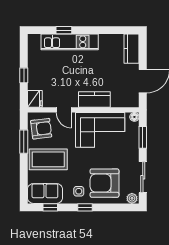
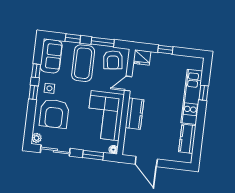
kitchen counter: (132, 49) -> (187, 139), moved, turned -90
window: (24, 173) -> (73, 38), added
armchair: (104, 183) -> (54, 114), turned 180
window: (50, 207) -> (36, 71), moved

